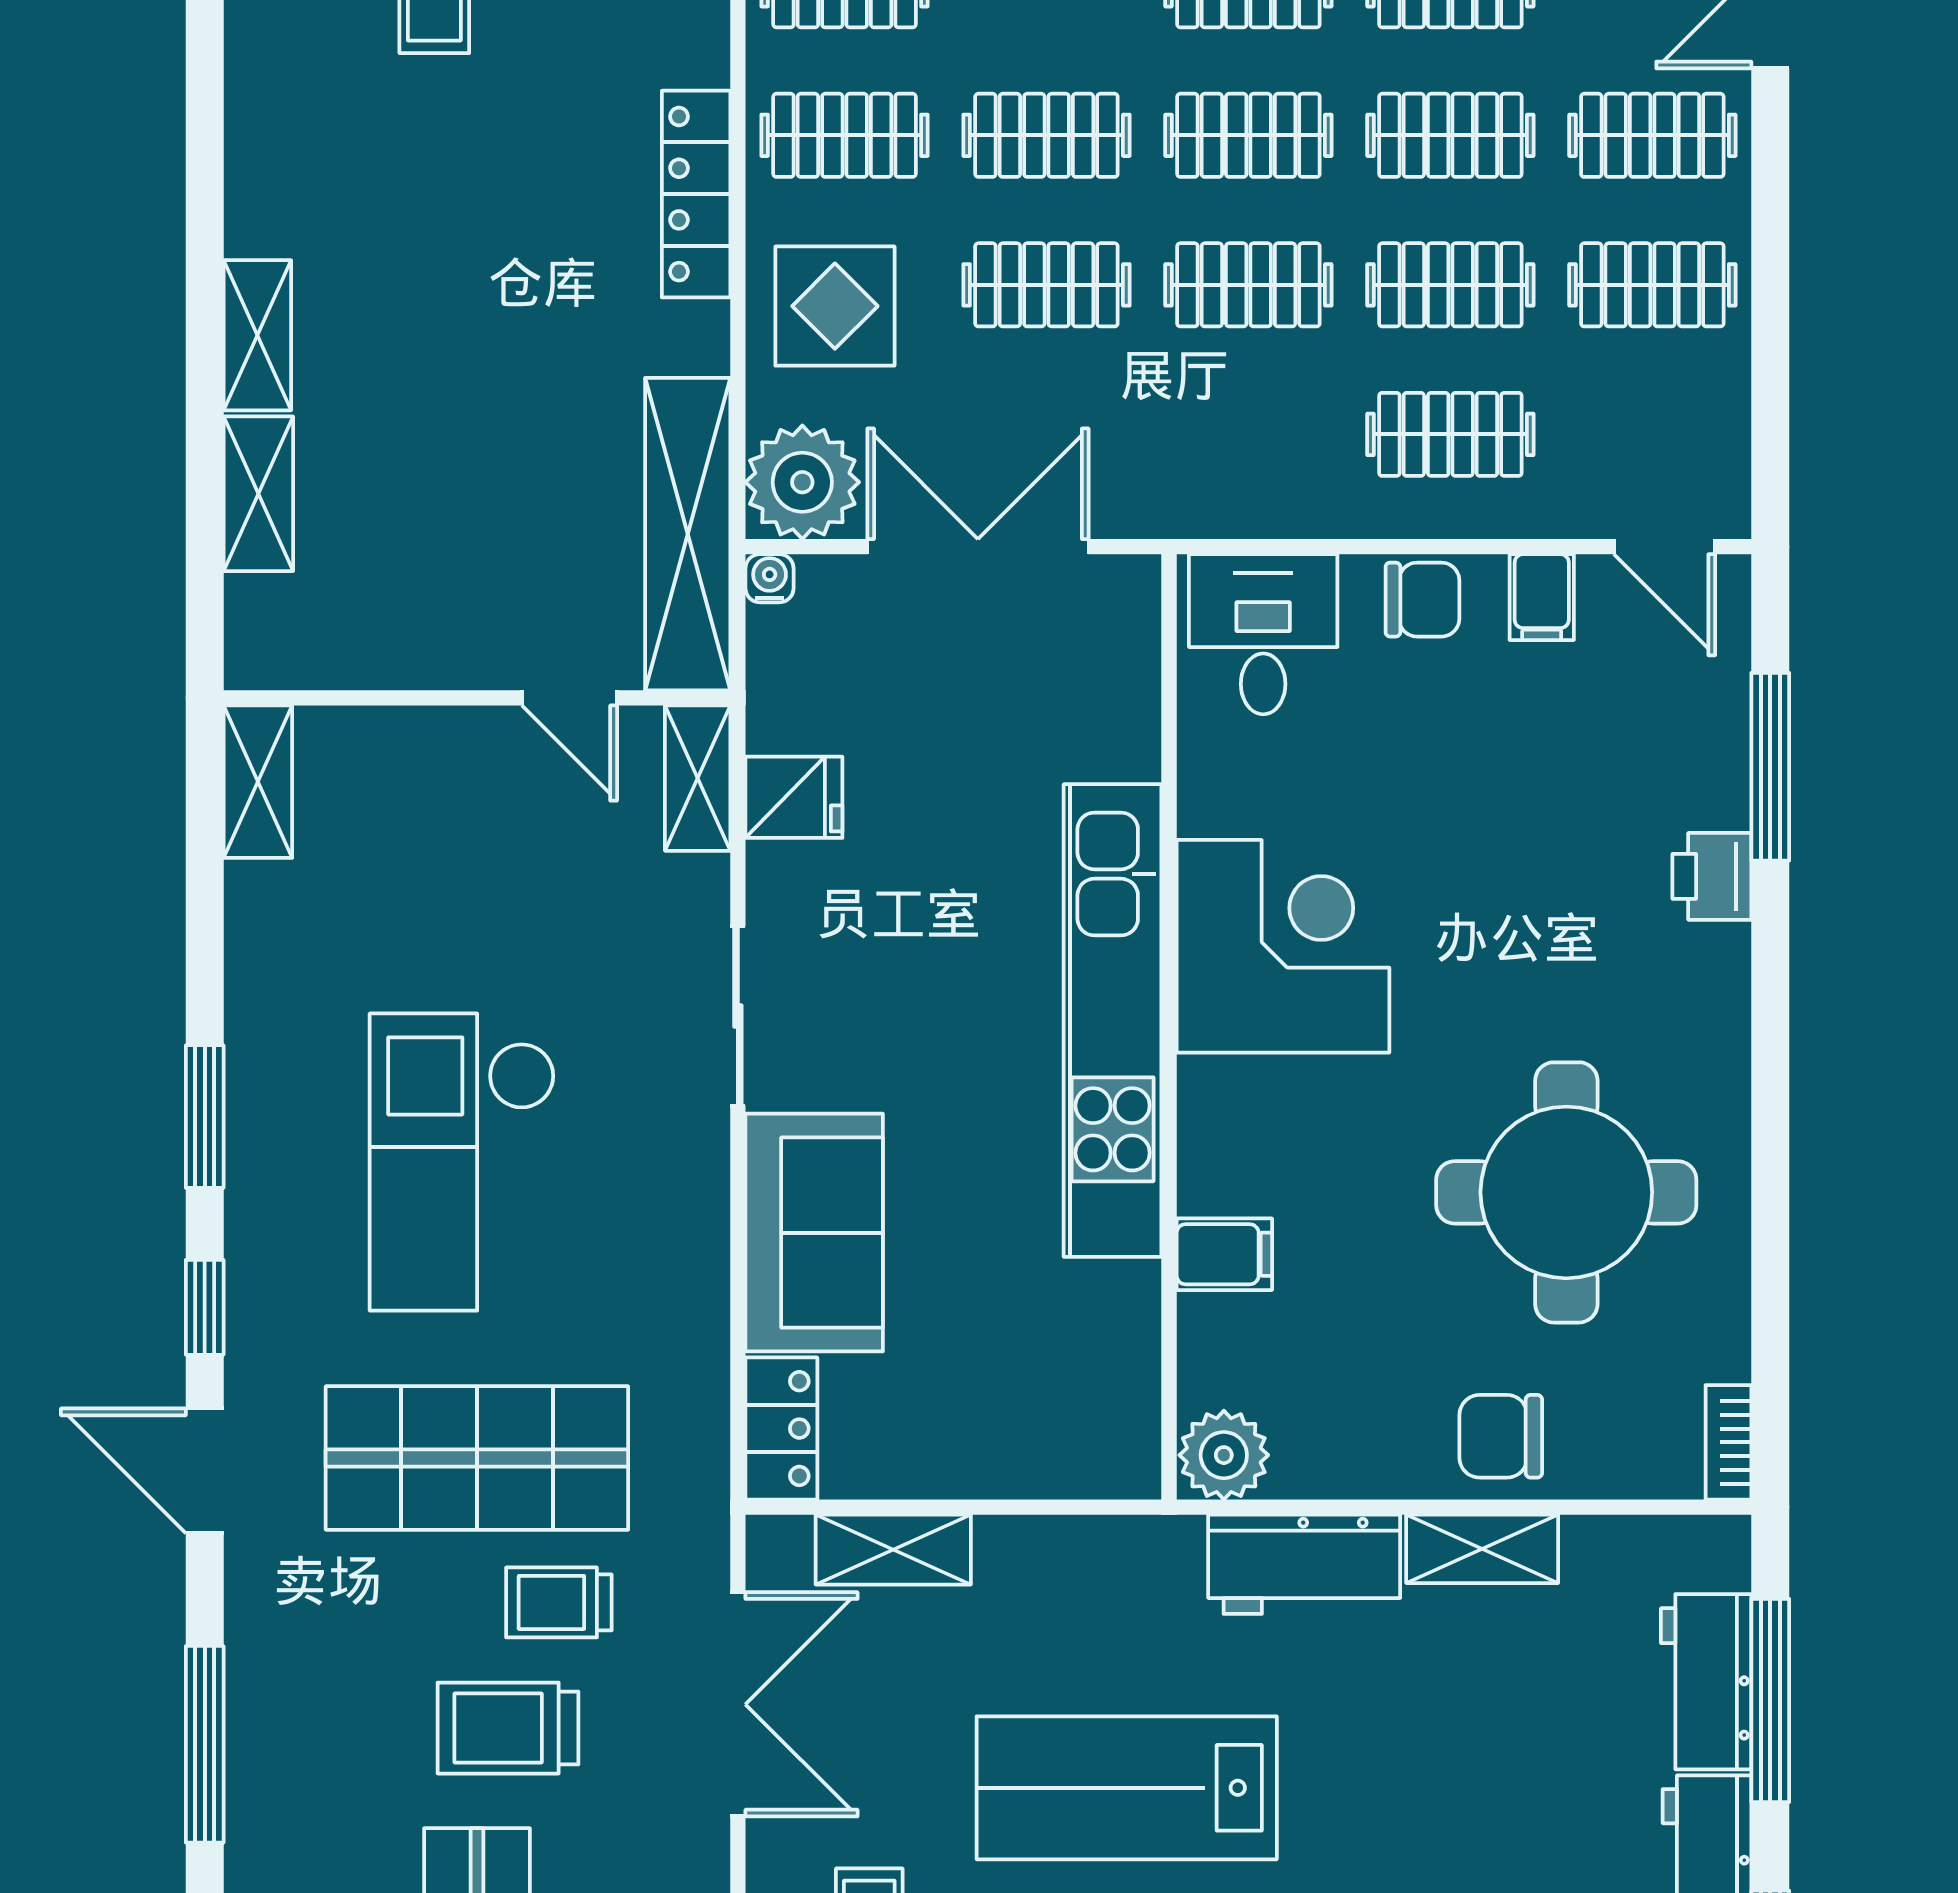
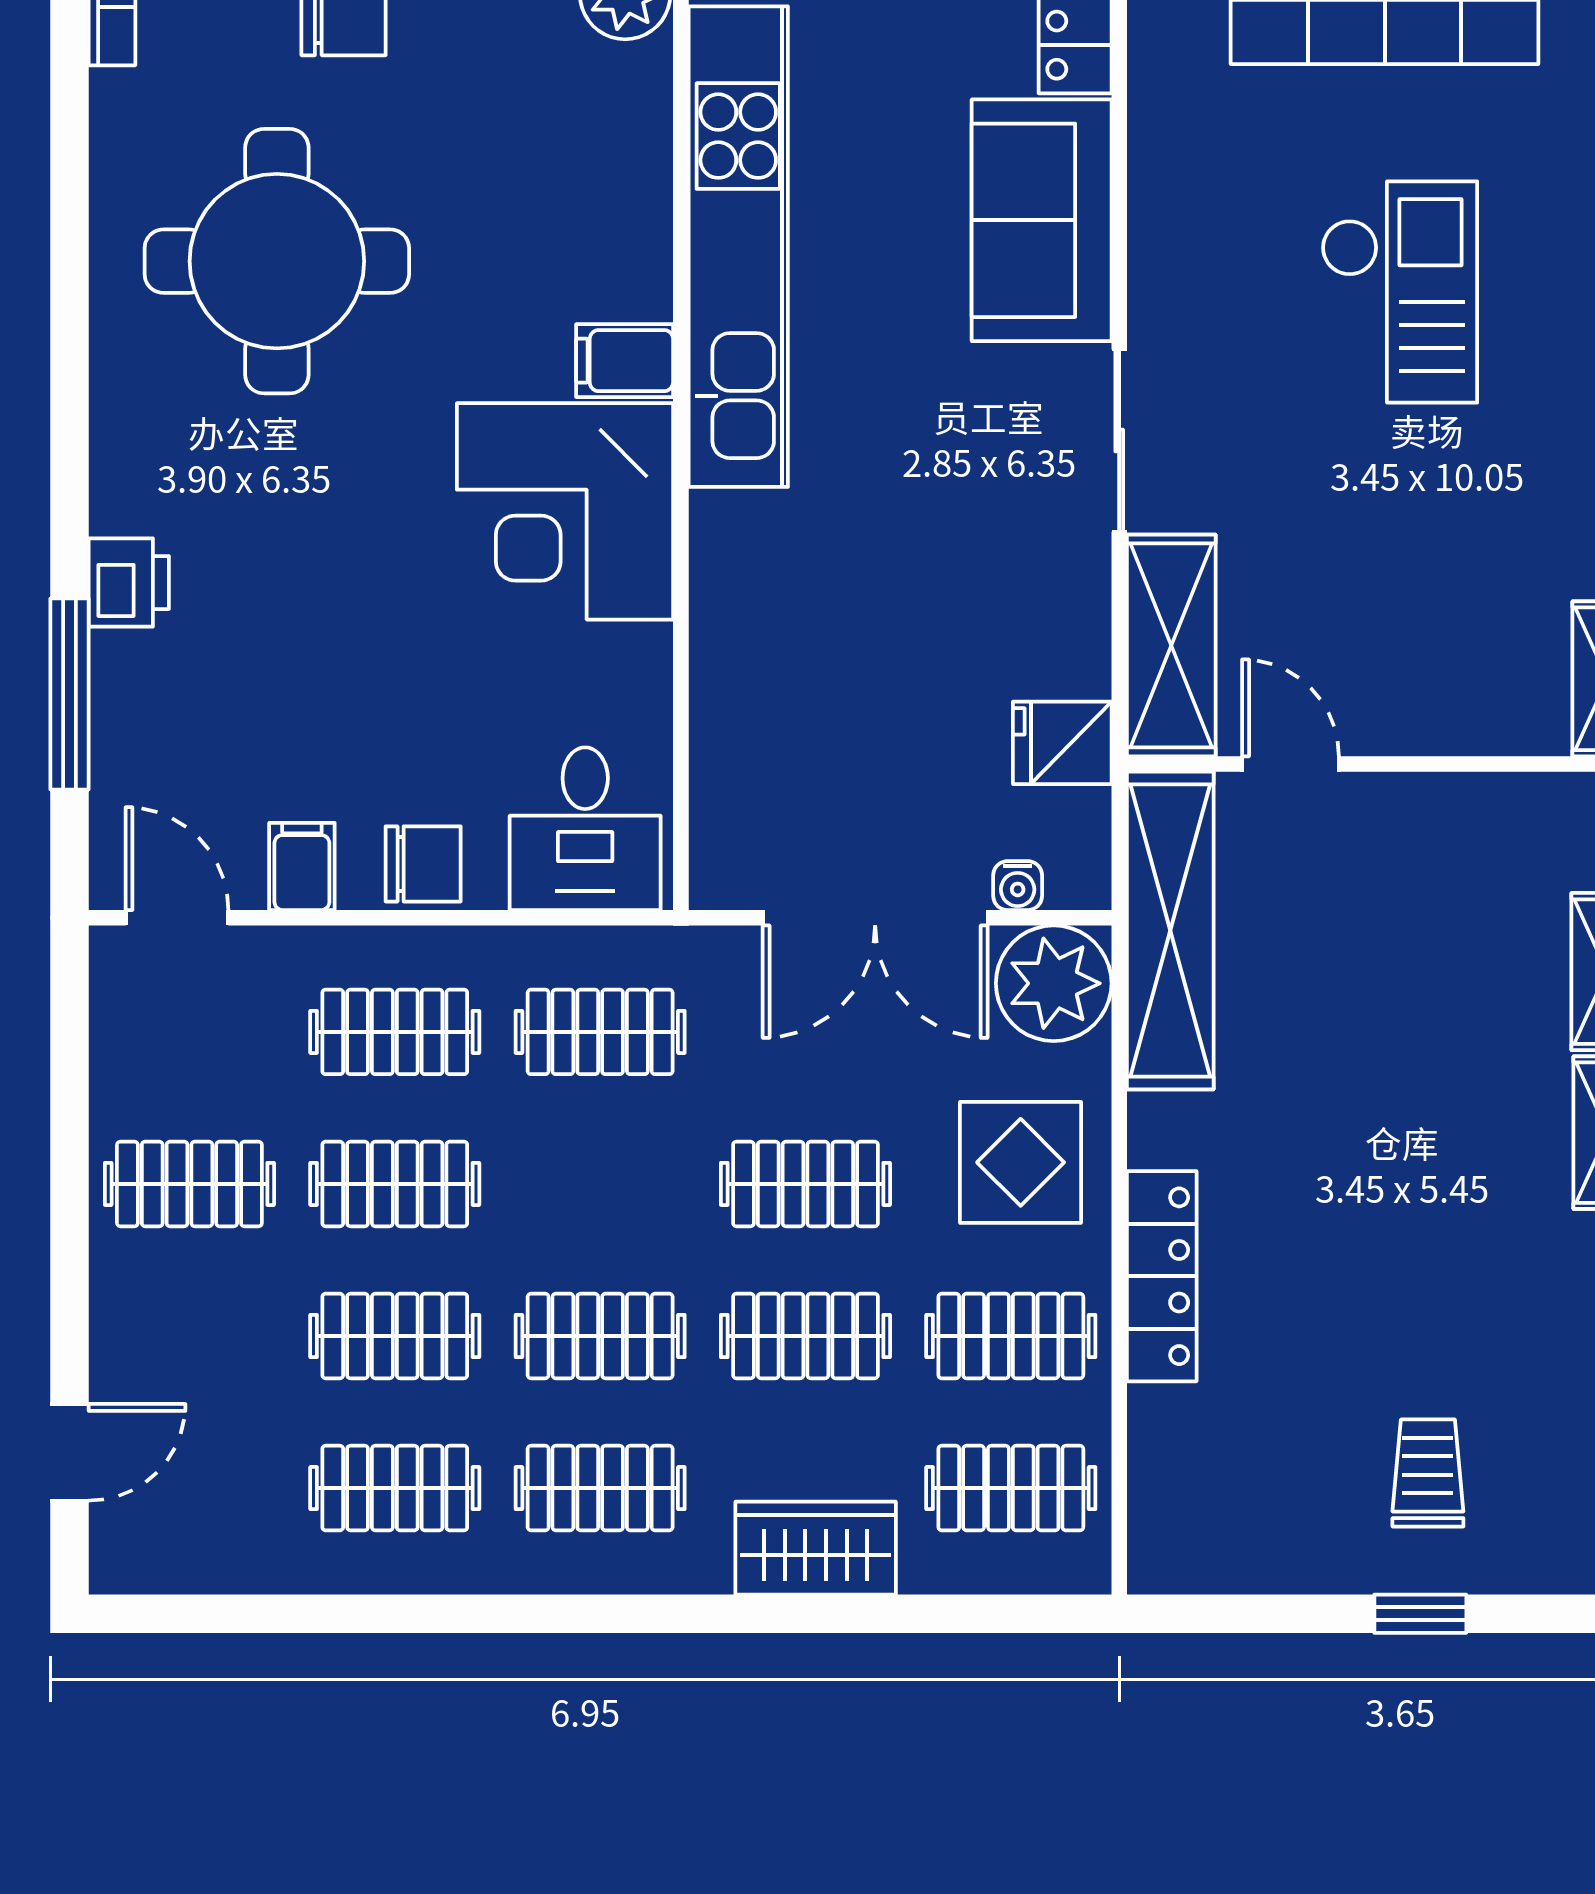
clothes rail: (1652, 135) -> (189, 1336), removed
clothes rail: (1248, 285) -> (600, 1032), moved
water cooler: (770, 578) -> (1018, 886), moved
chair: (1422, 600) -> (423, 864), turned 180
shelving: (698, 778) -> (1171, 645), width x1.50, depth x1.33
fridge: (794, 797) -> (1062, 743), moved
kitchen unit: (1113, 1021) -> (738, 247), moved
checkout: (462, 1162) -> (1399, 292), width x0.73, depth x0.83
filing cabinet: (1224, 1254) -> (625, 361), moved

